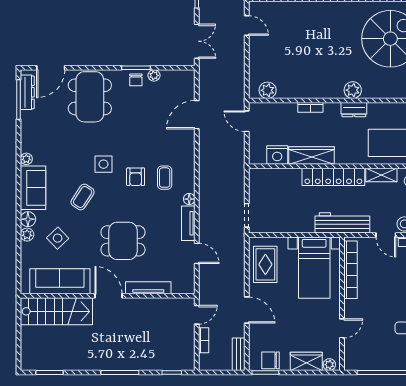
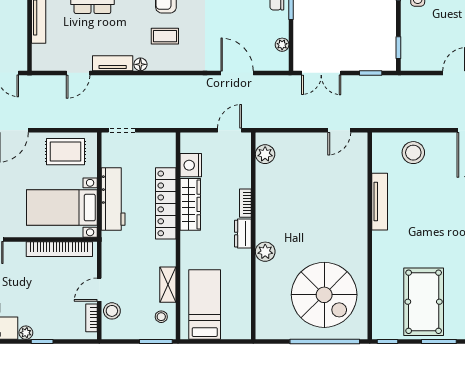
plant: (154, 75) -> (282, 45), moved
dresser: (354, 110) -> (243, 234), moved
locker: (333, 177) -> (166, 203), moved
workbench: (342, 223) -> (113, 199), moved

